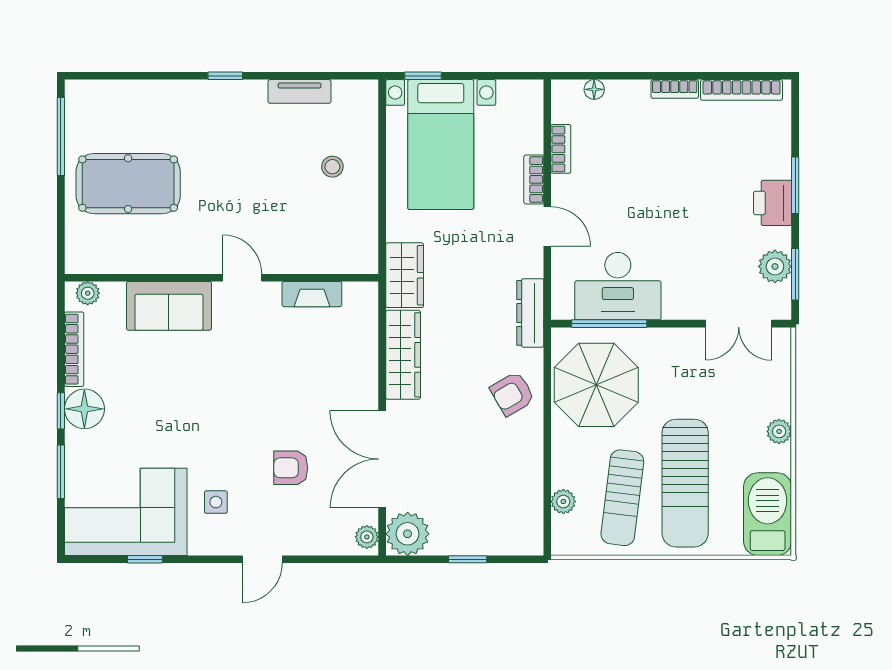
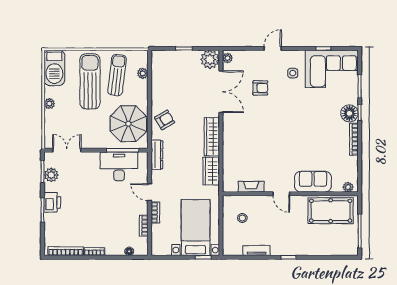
wall: (222, 278) -> (290, 194), moved
door: (242, 278) -> (281, 194), moved
plant: (88, 293) -> (348, 187), moved
fireplace: (312, 294) -> (251, 187), moved
sofa: (169, 306) -> (313, 182), moved

